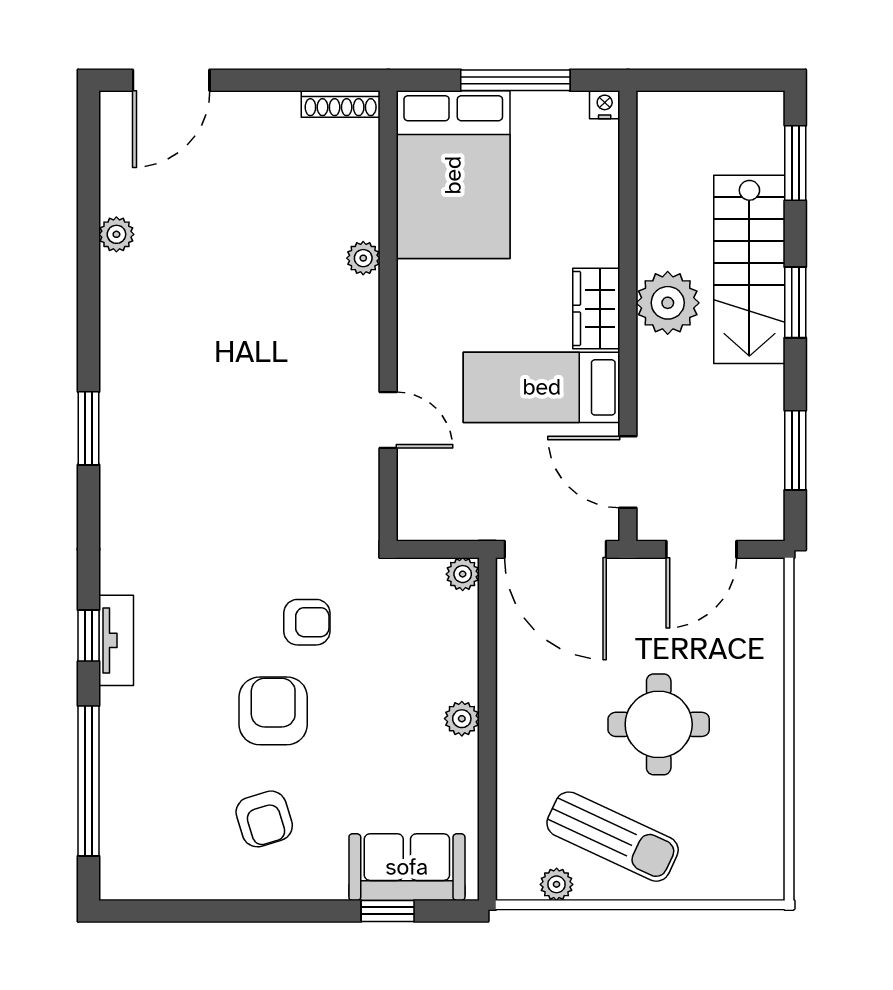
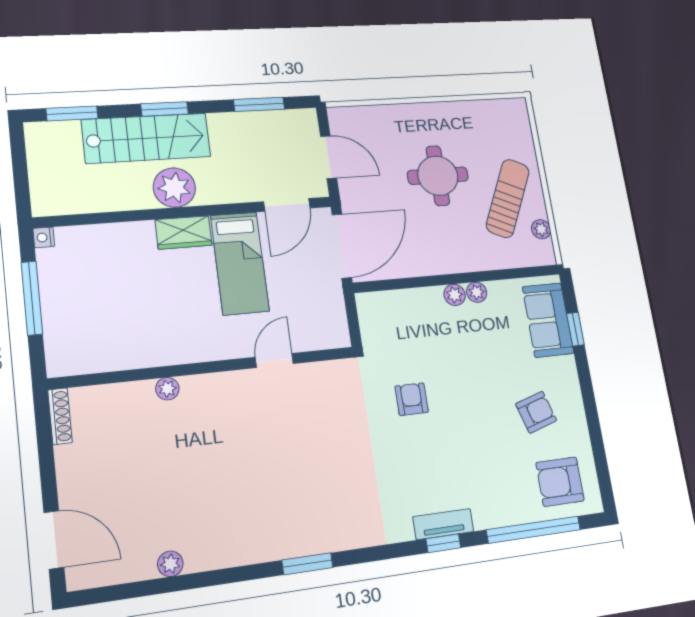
bed: (453, 175) -> (103, 334), removed
plant: (463, 574) -> (477, 292), moved
armchair: (273, 711) -> (560, 482), moved

